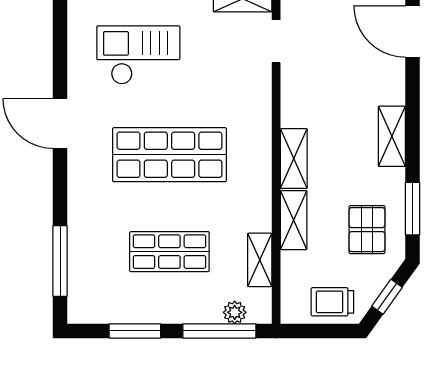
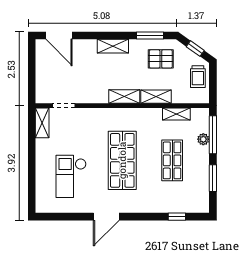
door: (412, 32) -> (59, 35), hinge flipped
window: (60, 261) -> (177, 217), width x0.46
plant: (235, 312) -> (203, 139), moved

